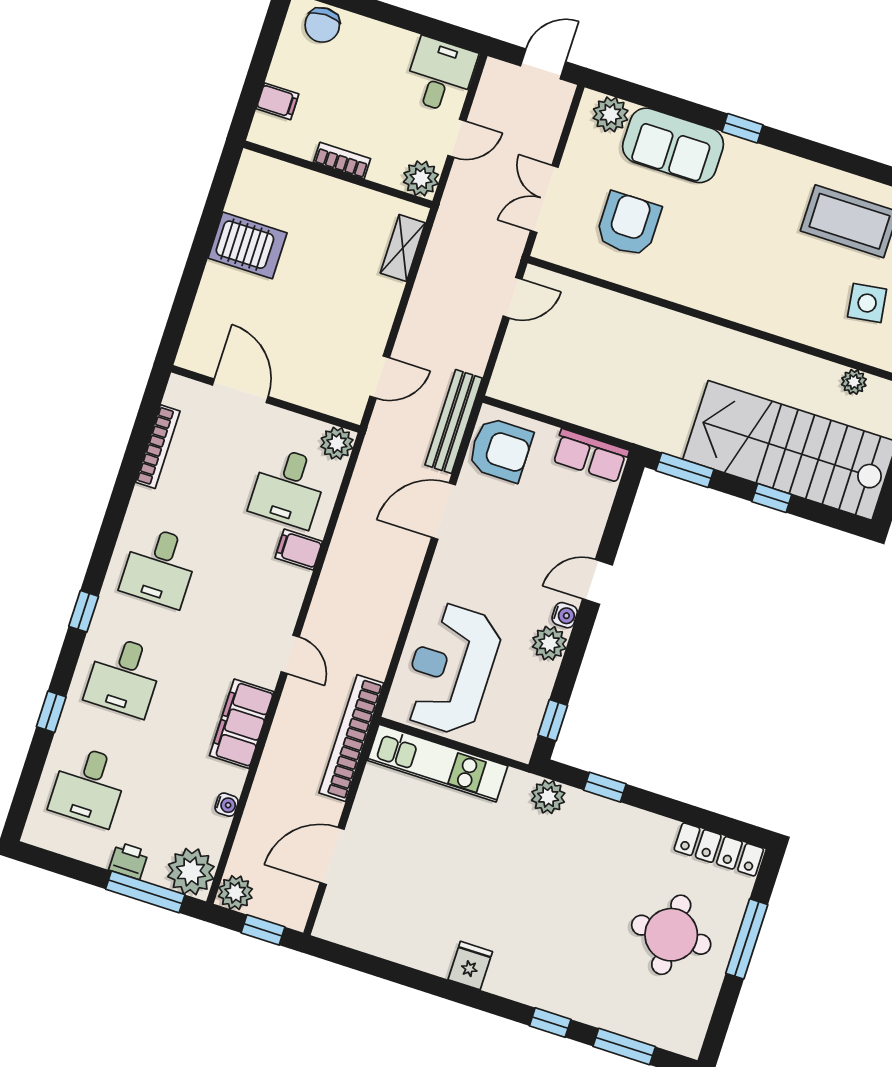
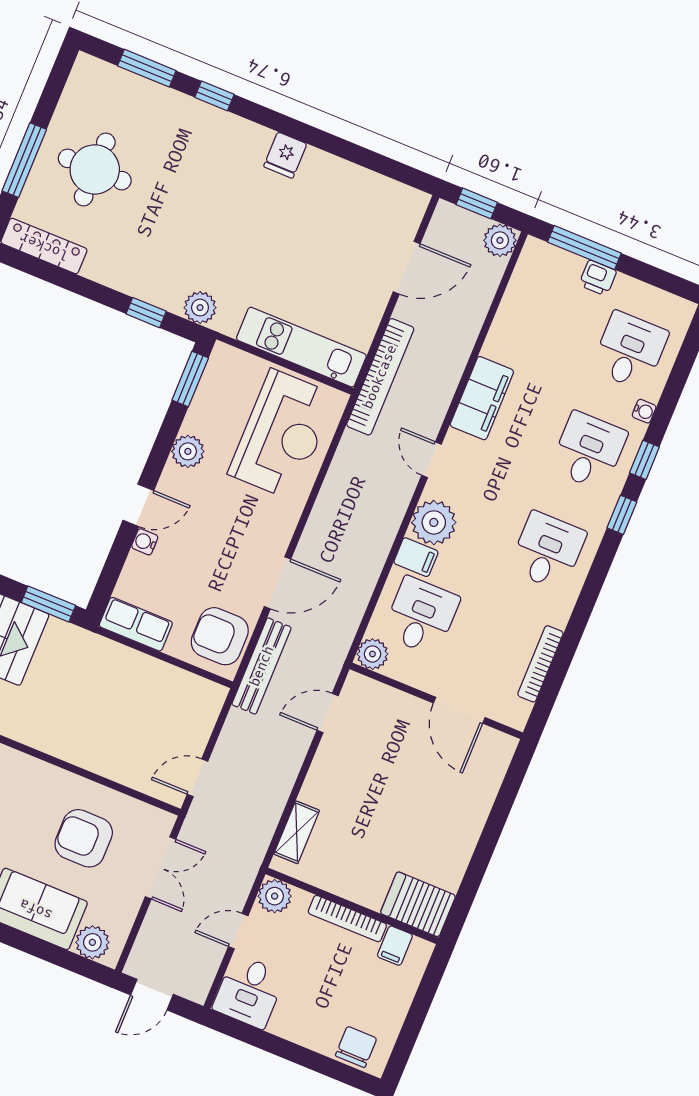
filing cabinet: (277, 101) -> (395, 946), moved, turned -90
bookcase: (342, 161) -> (347, 919), width x1.56
armchair: (628, 224) -> (84, 838), turned 90
server rack: (247, 245) -> (418, 904), moved
water cooler: (565, 615) -> (145, 542), moved
window: (51, 712) -> (644, 460), moved
window: (553, 720) -> (190, 379), width x1.50
water cooler: (227, 805) -> (644, 411), moved, turned 180
plant: (191, 872) -> (434, 522), moved

